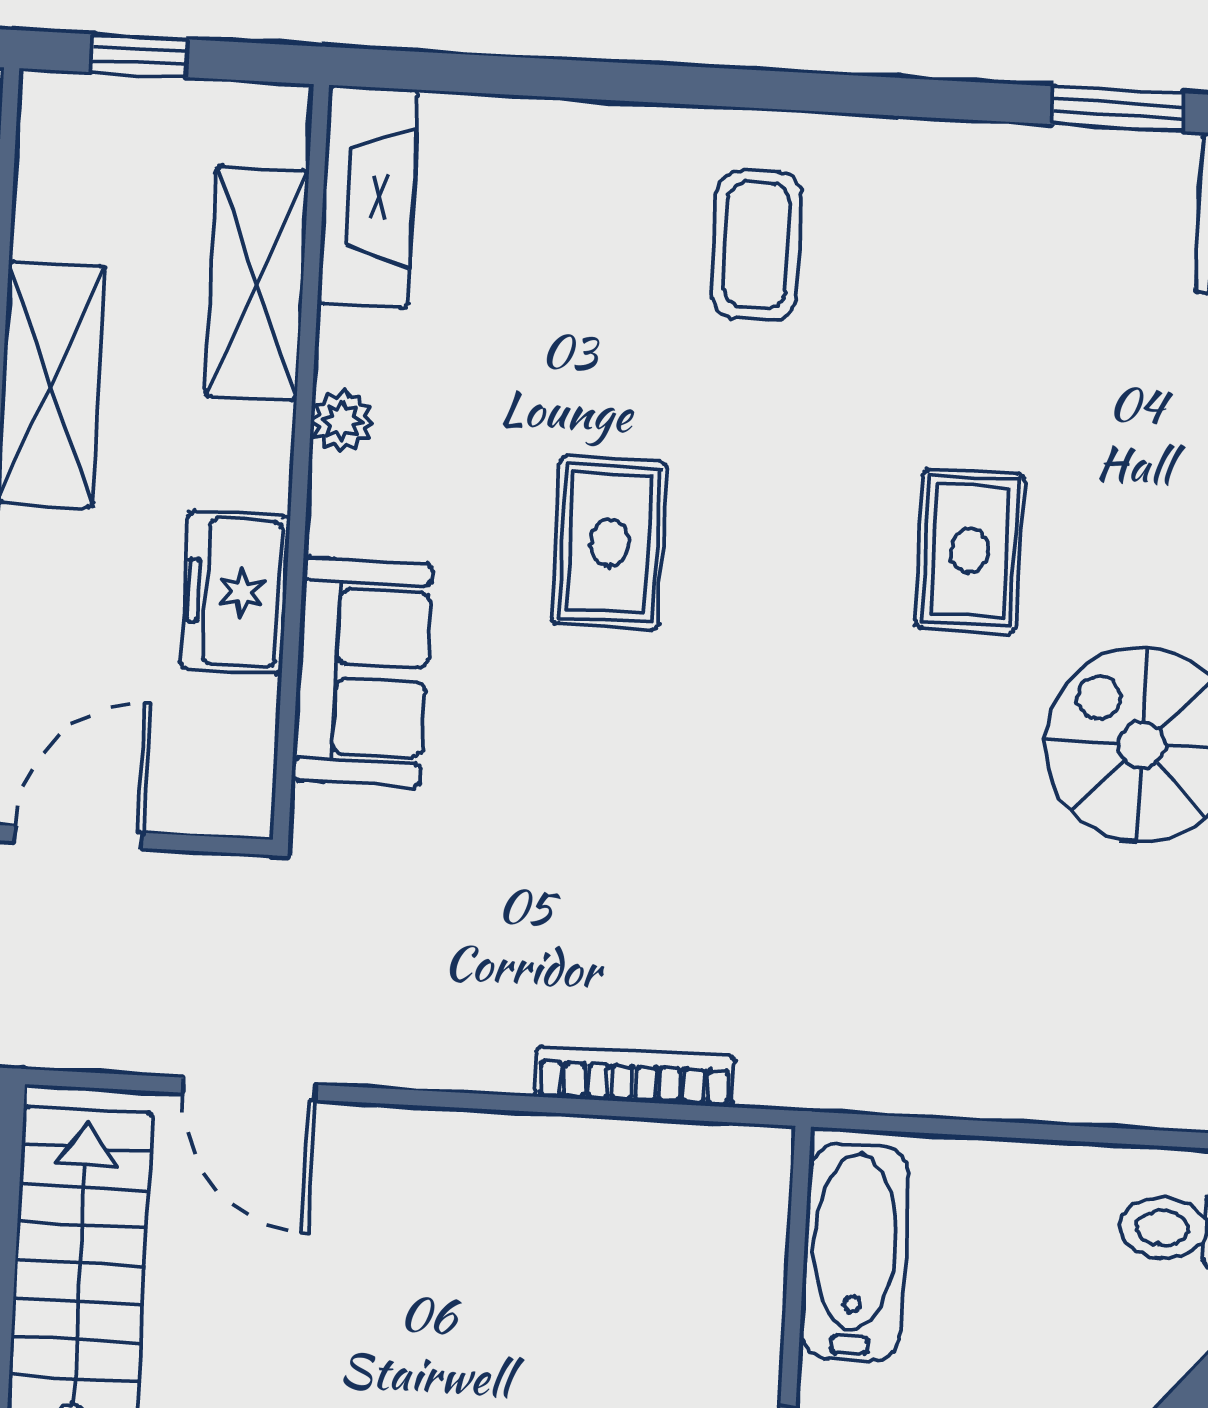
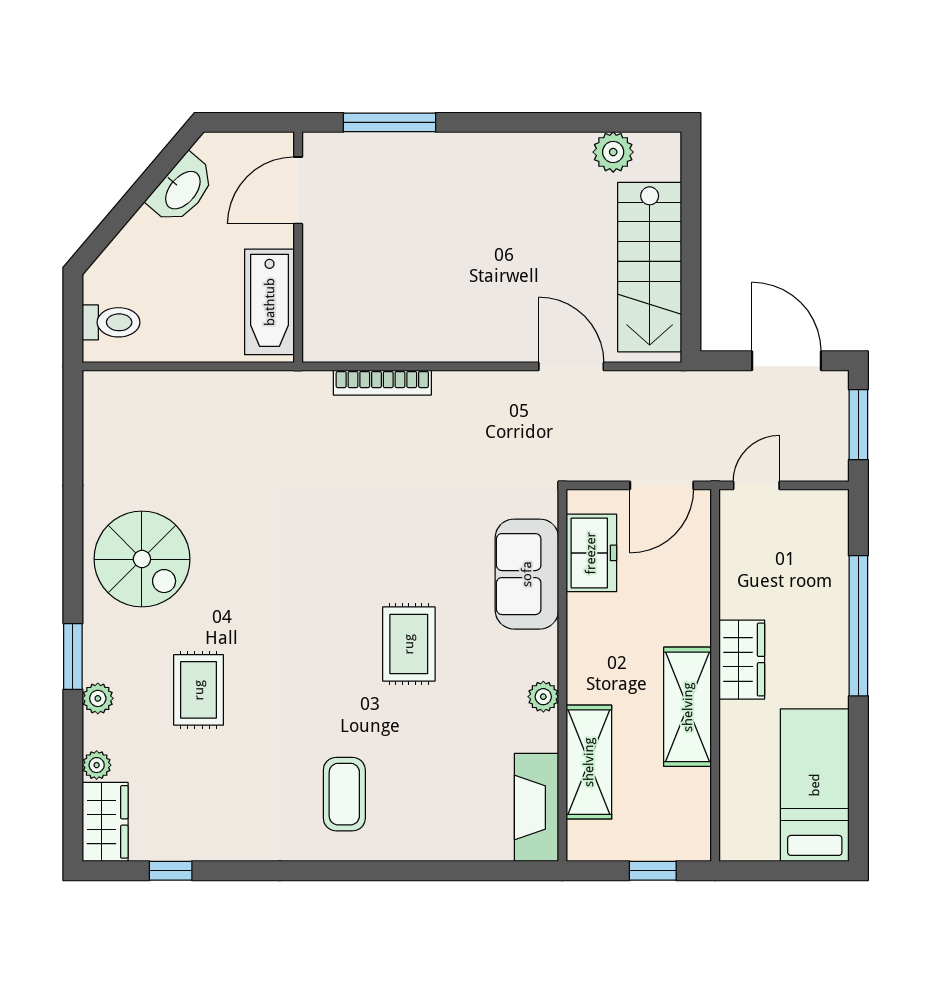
window: (1118, 109) -> (171, 871), width x0.67
rug: (970, 550) -> (199, 690), moved
freezer: (235, 592) -> (591, 553), moved

